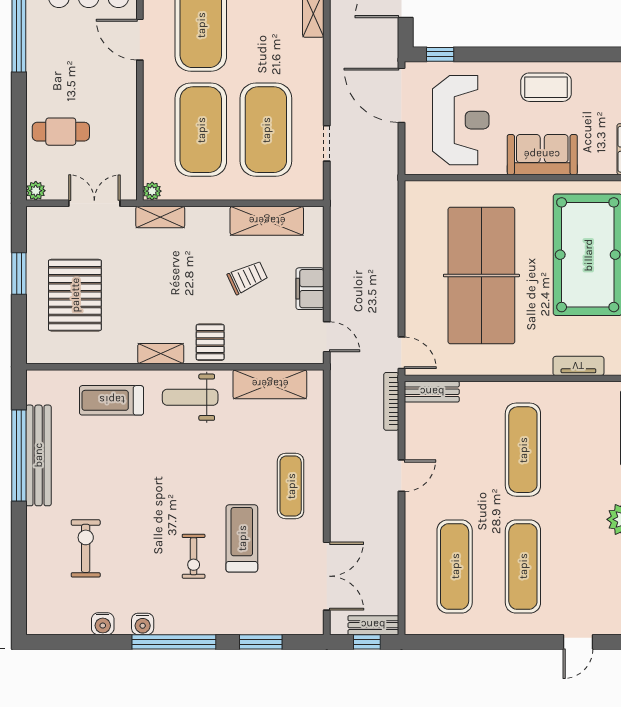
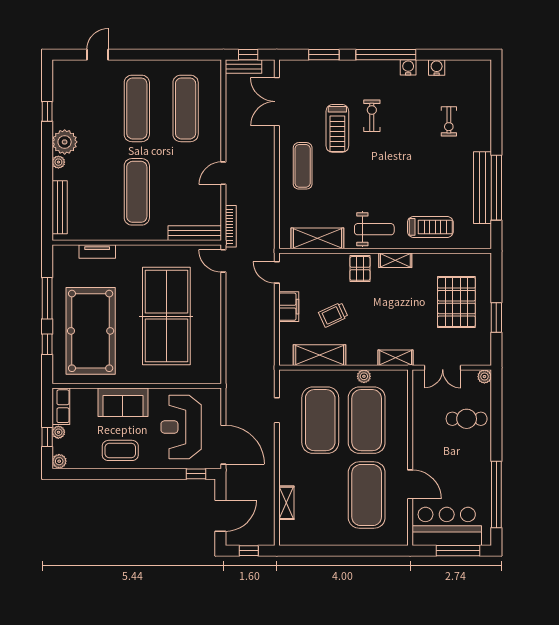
plant: (152, 191) -> (364, 376), moved
bench: (432, 392) -> (195, 233), width x1.36
exercise bike: (86, 548) -> (449, 121), width x0.73, depth x0.72

